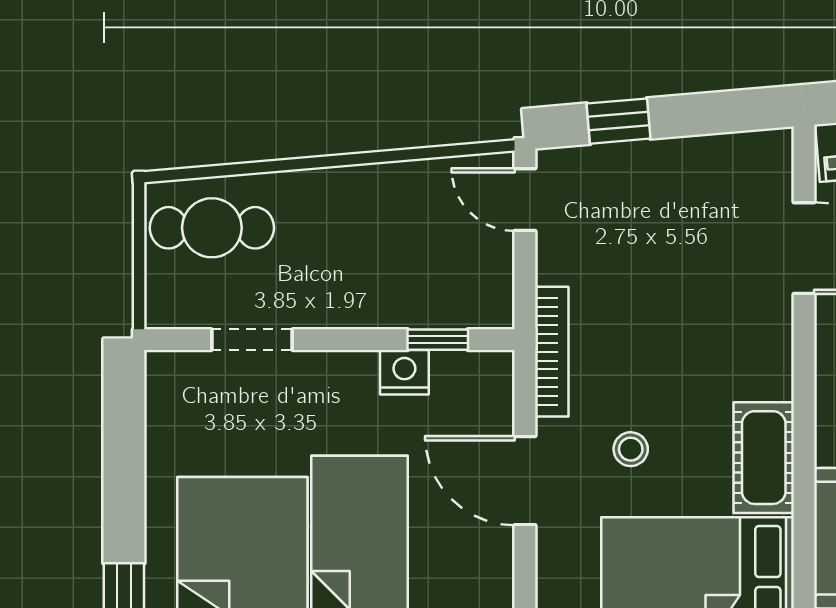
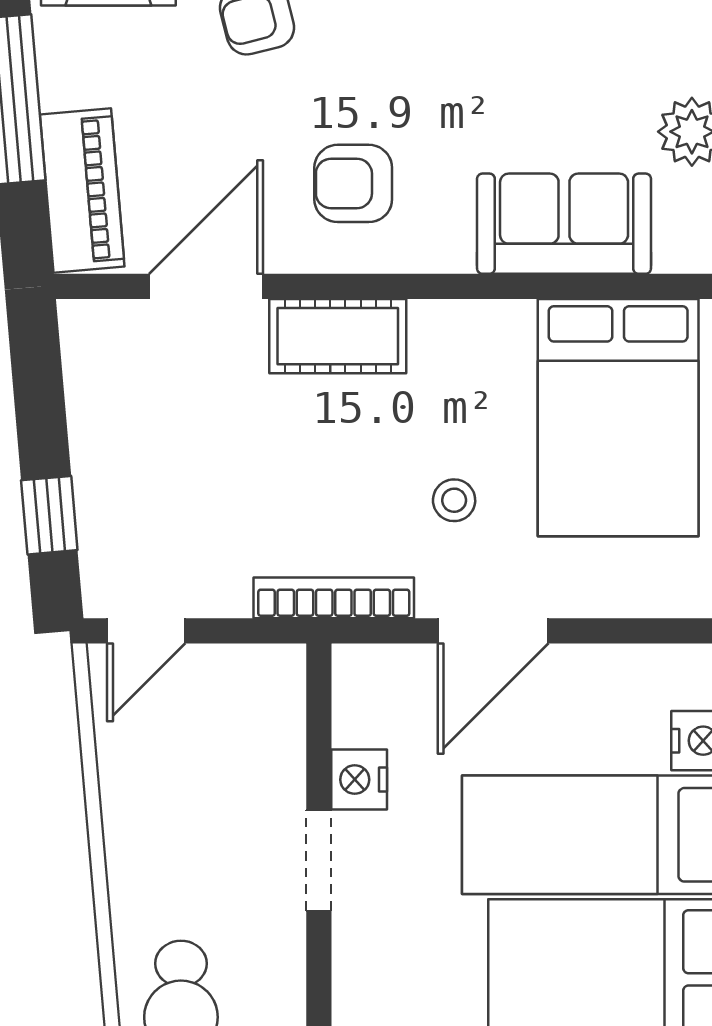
doorway: (252, 340) -> (319, 860), moved
window: (438, 340) -> (319, 738), removed
cot: (764, 458) -> (338, 336), moved

